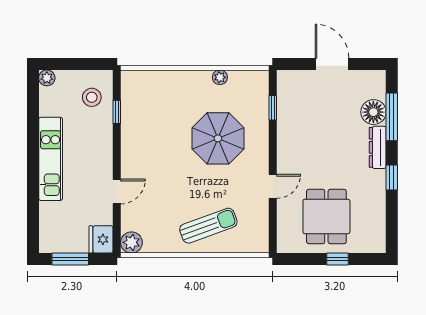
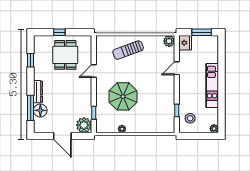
plant: (291, 85) -> (84, 125), added
window: (392, 178) -> (31, 60), moved

